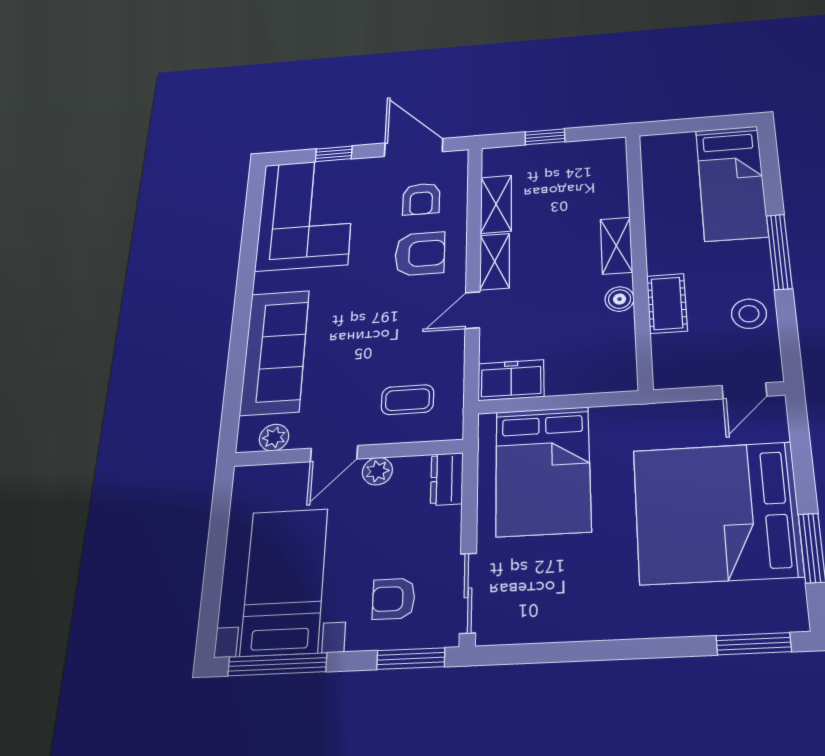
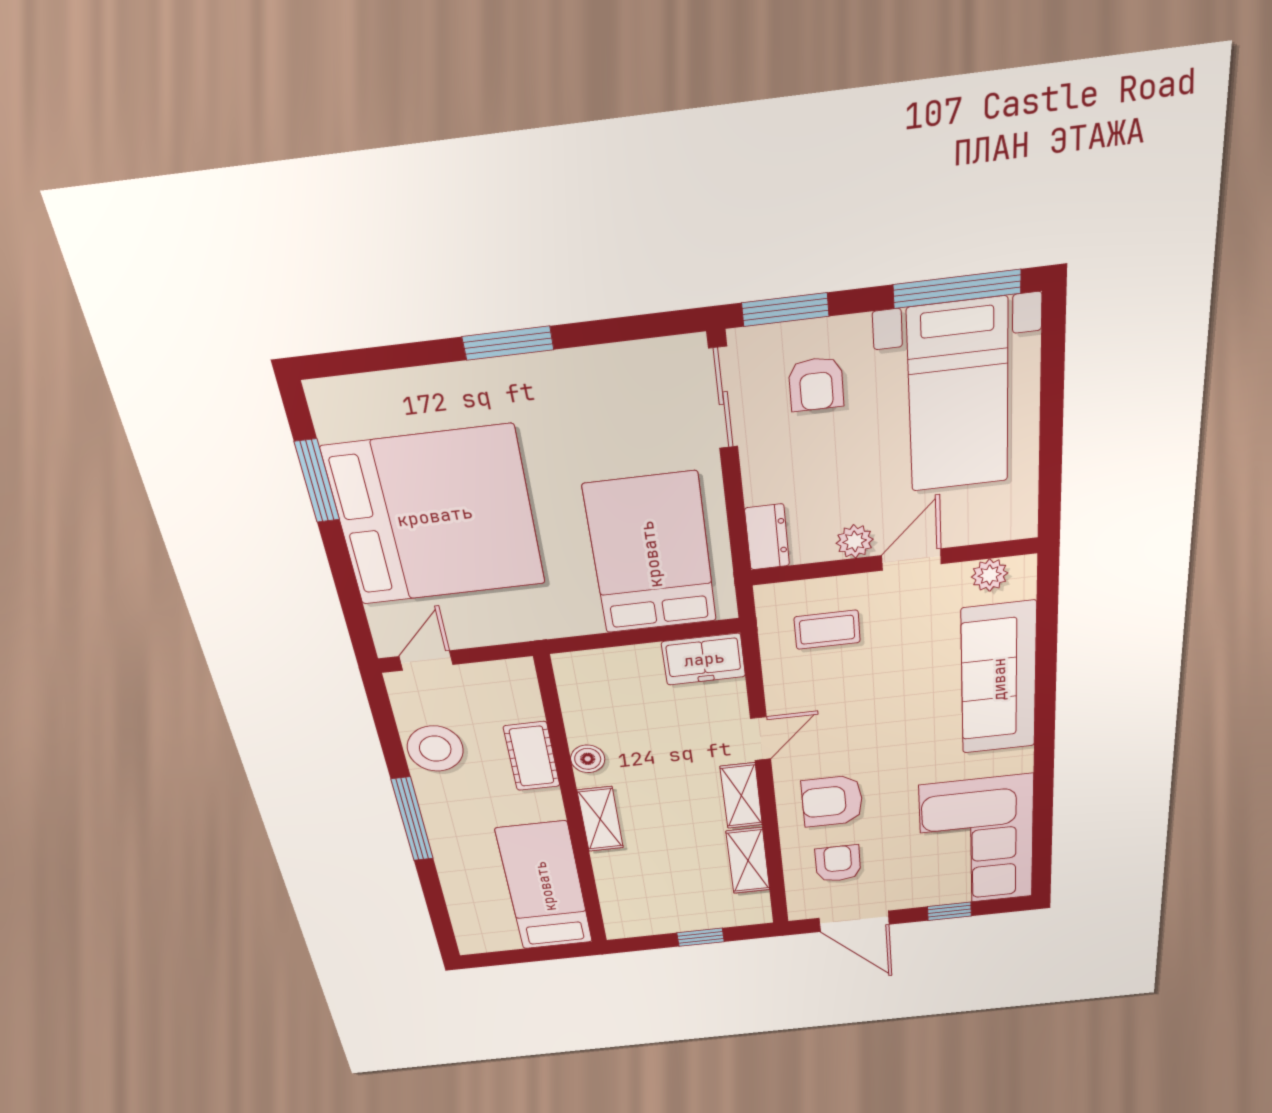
bed: (731, 183) -> (545, 886), moved
stool: (749, 314) -> (435, 749), width x1.38, depth x1.38
armchair: (394, 599) -> (816, 384), turned 90
window: (754, 644) -> (508, 343), moved

